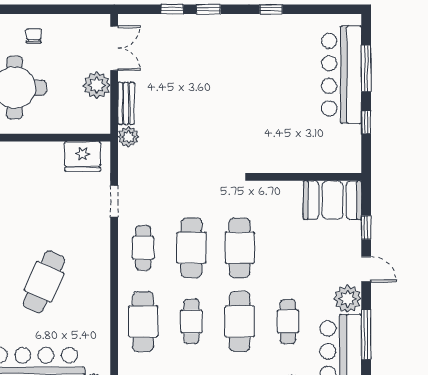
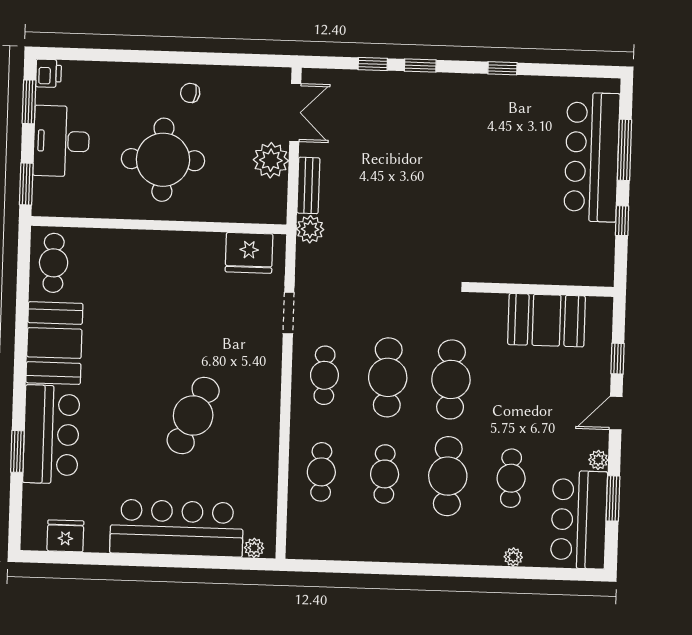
chair: (34, 36) -> (190, 93), turned -82
booth: (332, 200) -> (546, 320), moved
door: (366, 269) -> (616, 413), swing flipped
plant: (348, 299) -> (598, 460), width x0.53, depth x0.53
cafe table: (143, 321) -> (321, 472), width x0.73, depth x0.74
window: (366, 334) -> (613, 498), width x0.69

